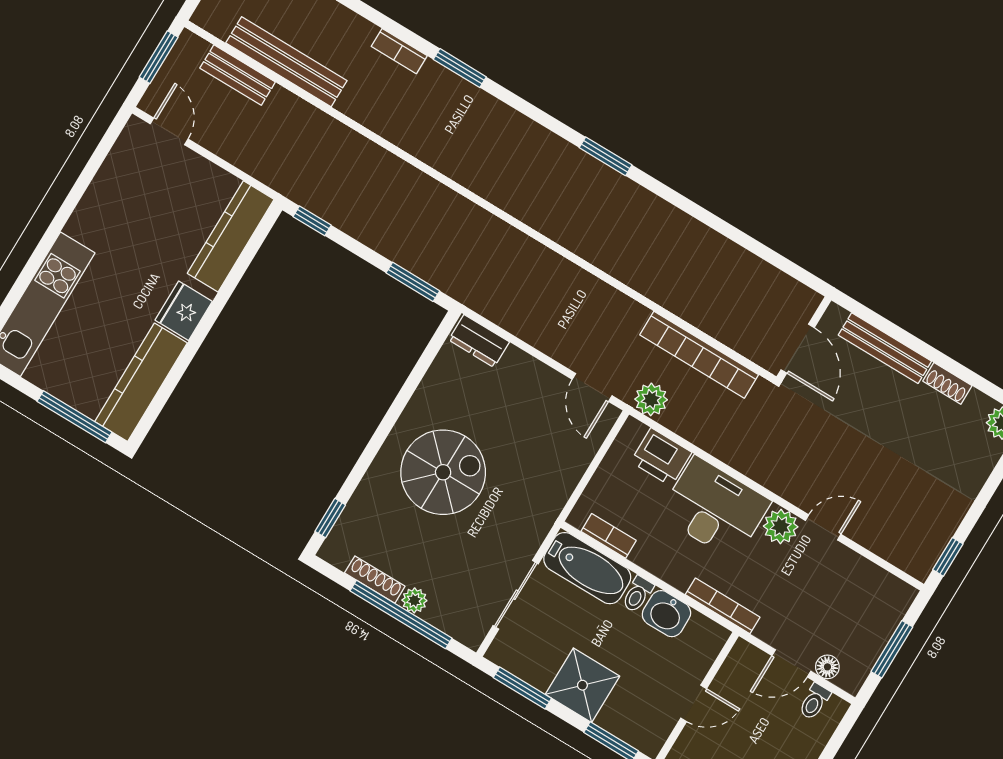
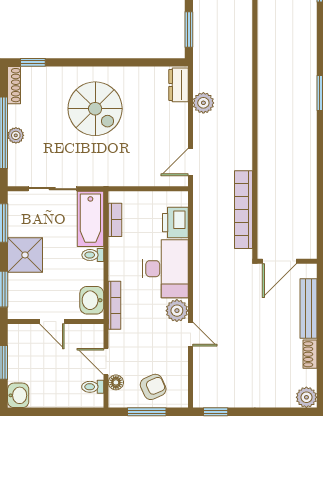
plant: (651, 399) -> (203, 103), moved
shoe rack: (375, 580) -> (14, 85), moved
washbasin: (666, 614) -> (92, 300), moved
armchair: (864, 621) -> (153, 387), added

